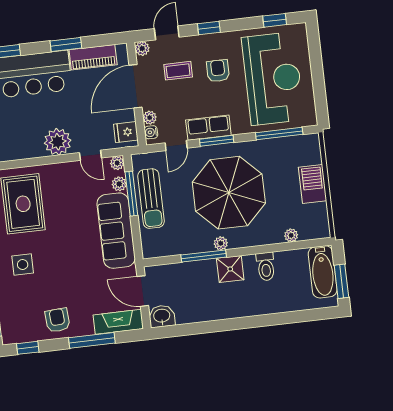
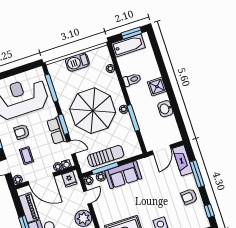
sofa: (116, 231) -> (123, 175), width x0.73
shower: (230, 269) -> (157, 87), moved
washbasin: (162, 316) -> (165, 109), moved

